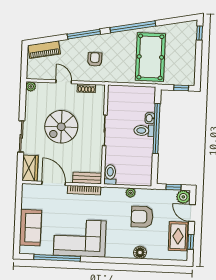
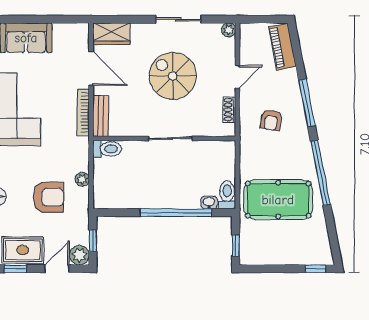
armchair: (95, 59) -> (271, 120), turned 99
washbasin: (150, 118) -> (209, 202), moved
toilet: (144, 131) -> (227, 195), moved
sliding door: (21, 136) -> (178, 19), moved
door: (54, 183) -> (91, 68), hinge flipped
armchair: (142, 217) -> (48, 197), turned 90

